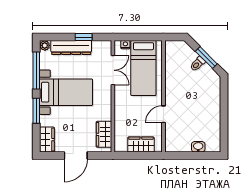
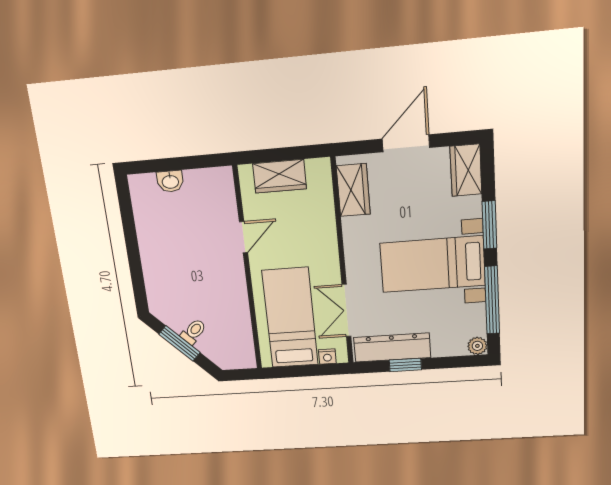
dresser: (71, 48) -> (392, 347), moved

